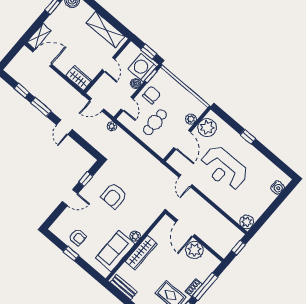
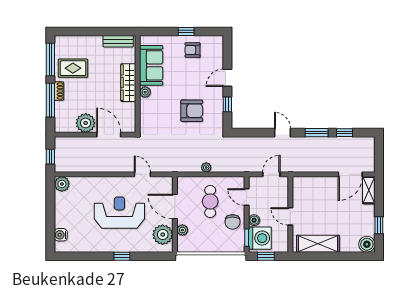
wardrobe: (79, 78) -> (305, 184), removed
plant: (112, 126) -> (206, 167), moved
armchair: (114, 196) -> (192, 111), turned 90

